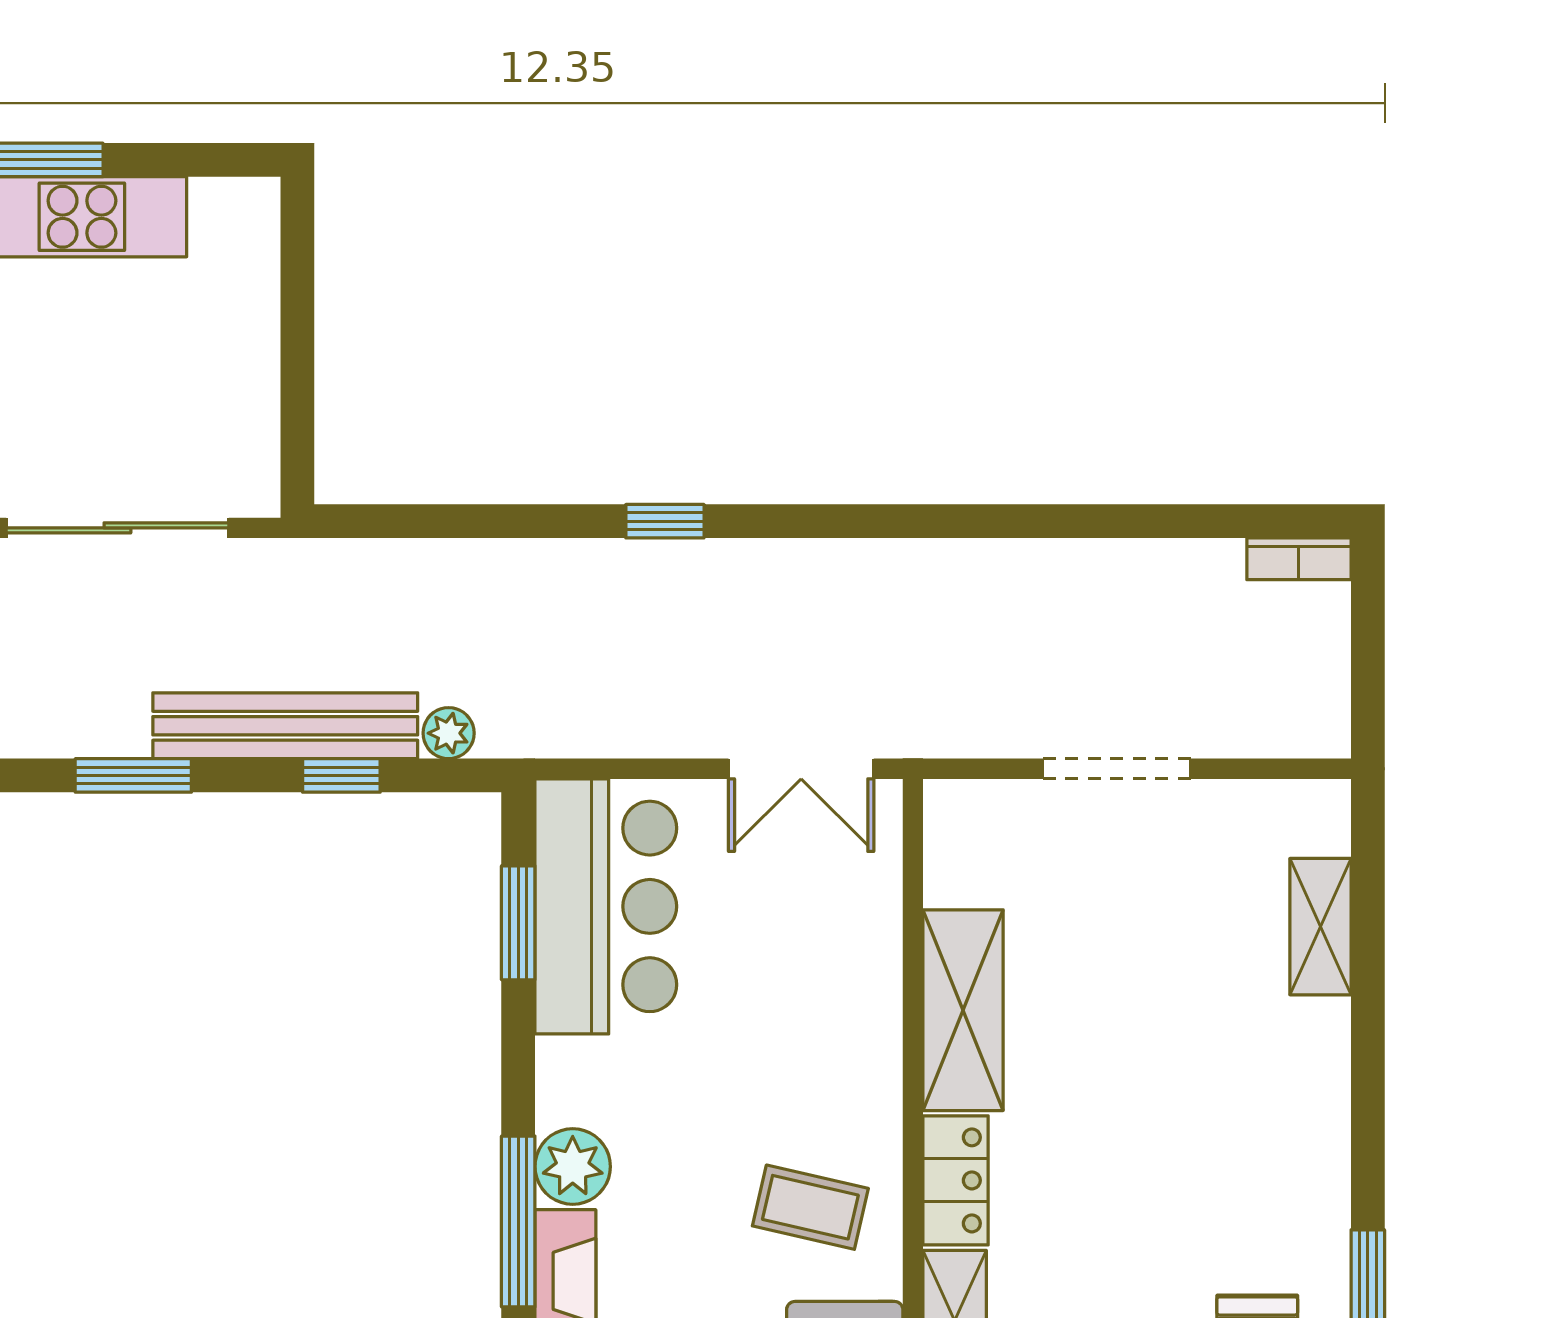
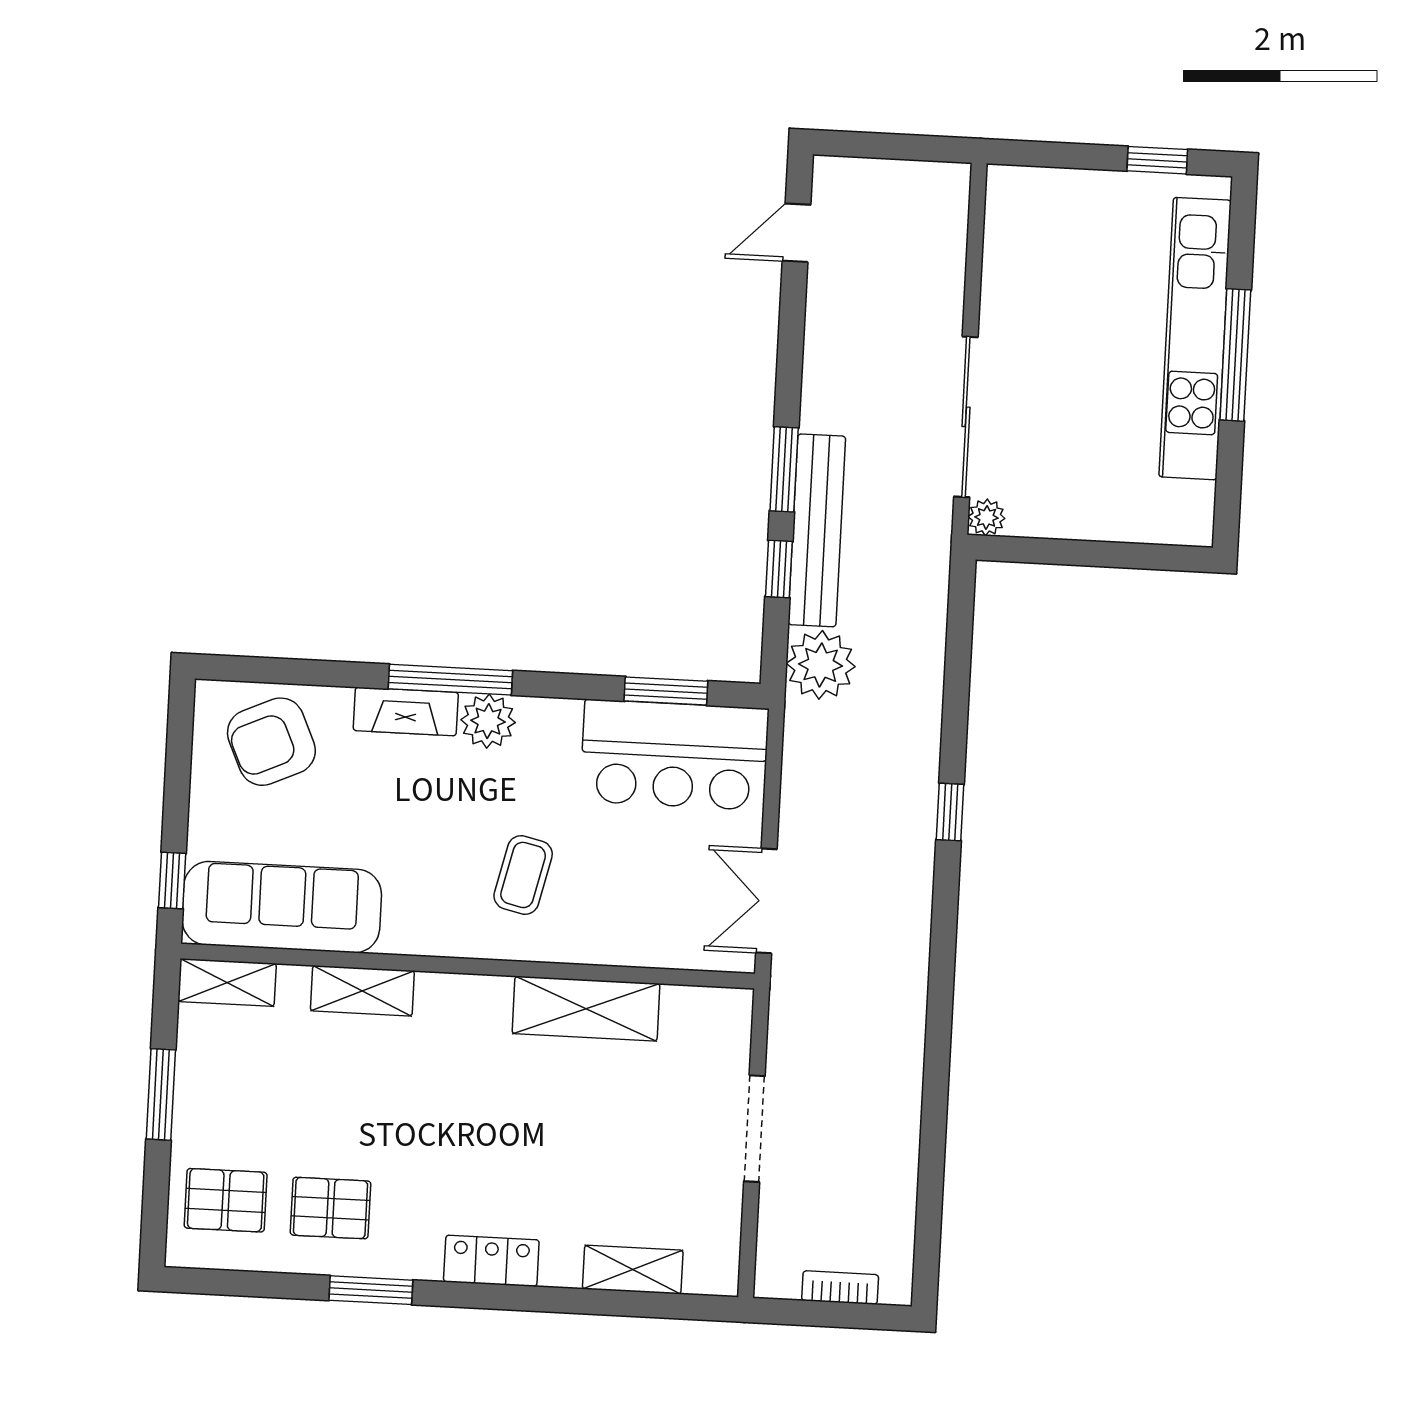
plant: (255, 492) -> (986, 517), added
bookcase: (1299, 559) -> (840, 1288), moved, turned 90
plant: (449, 733) -> (821, 665), width x1.88, depth x1.88
window: (133, 775) -> (784, 469), moved
locker: (956, 1180) -> (491, 1261), moved, turned 180
coffee table: (810, 1207) -> (523, 875), moved

